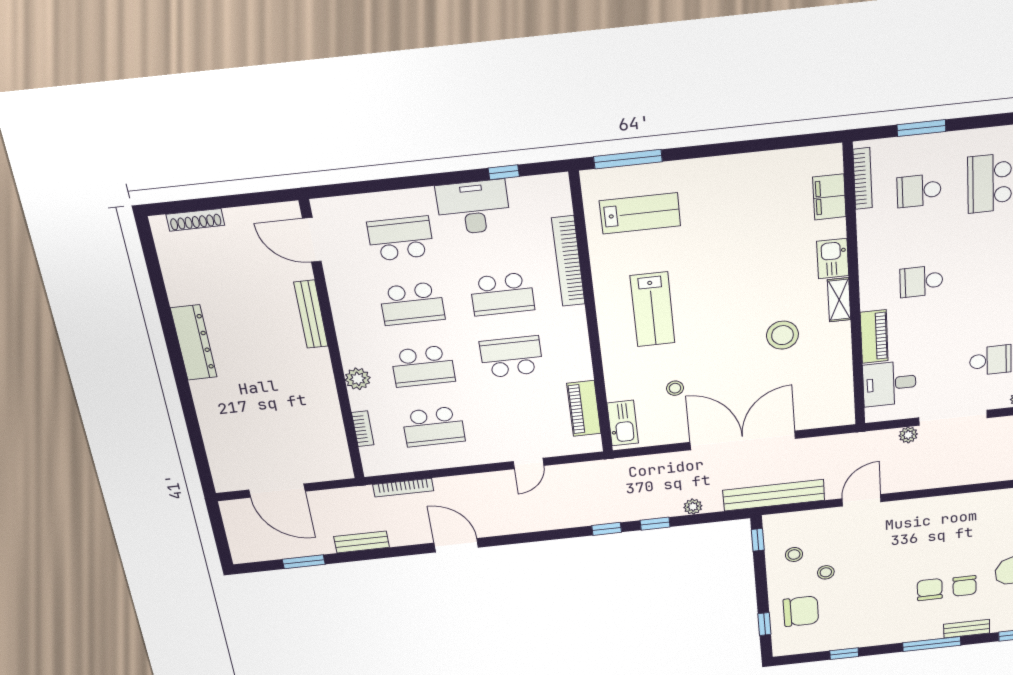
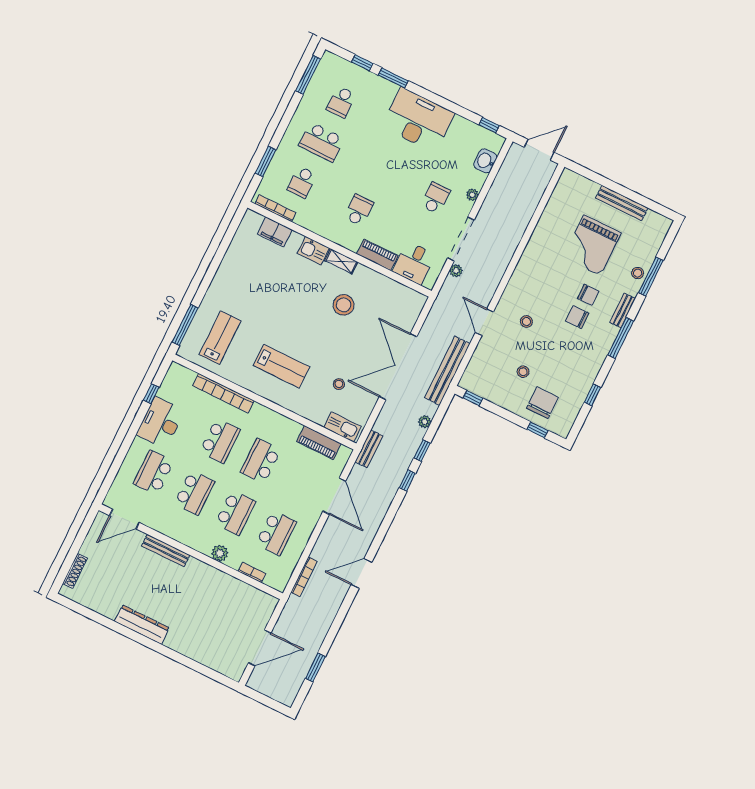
school desk: (921, 281) -> (359, 210), turned 180
door: (529, 464) -> (334, 496), width x1.88
bench: (362, 542) -> (369, 449), moved
stool: (794, 555) -> (526, 321), moved

